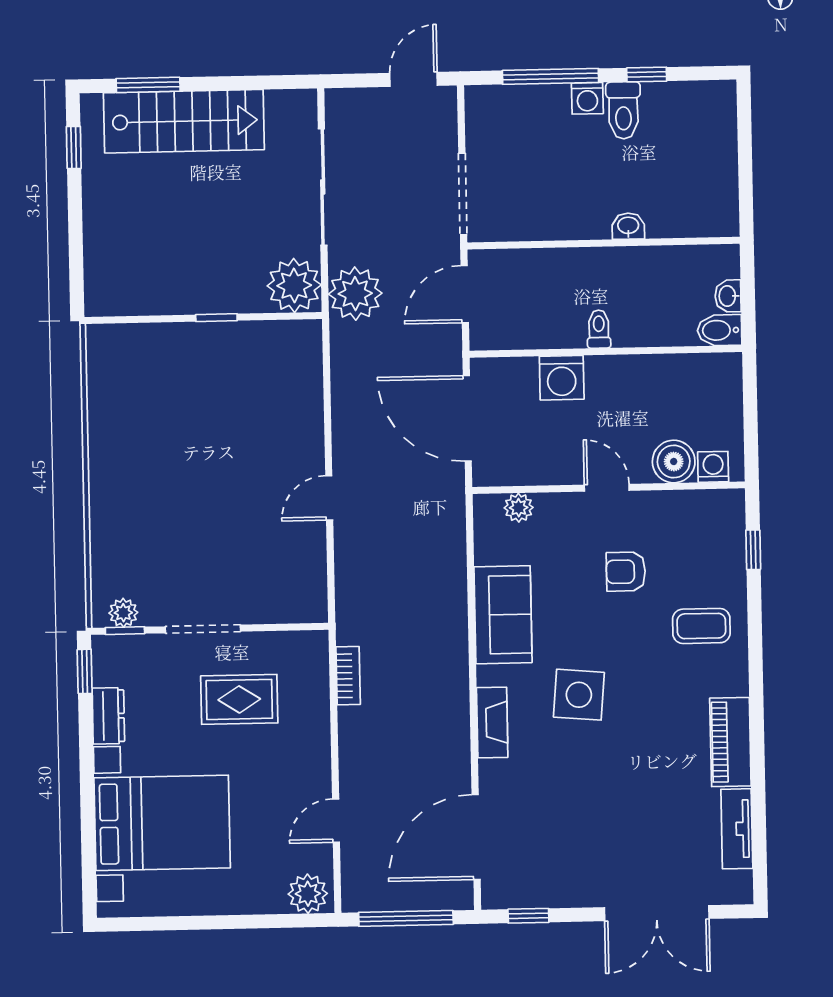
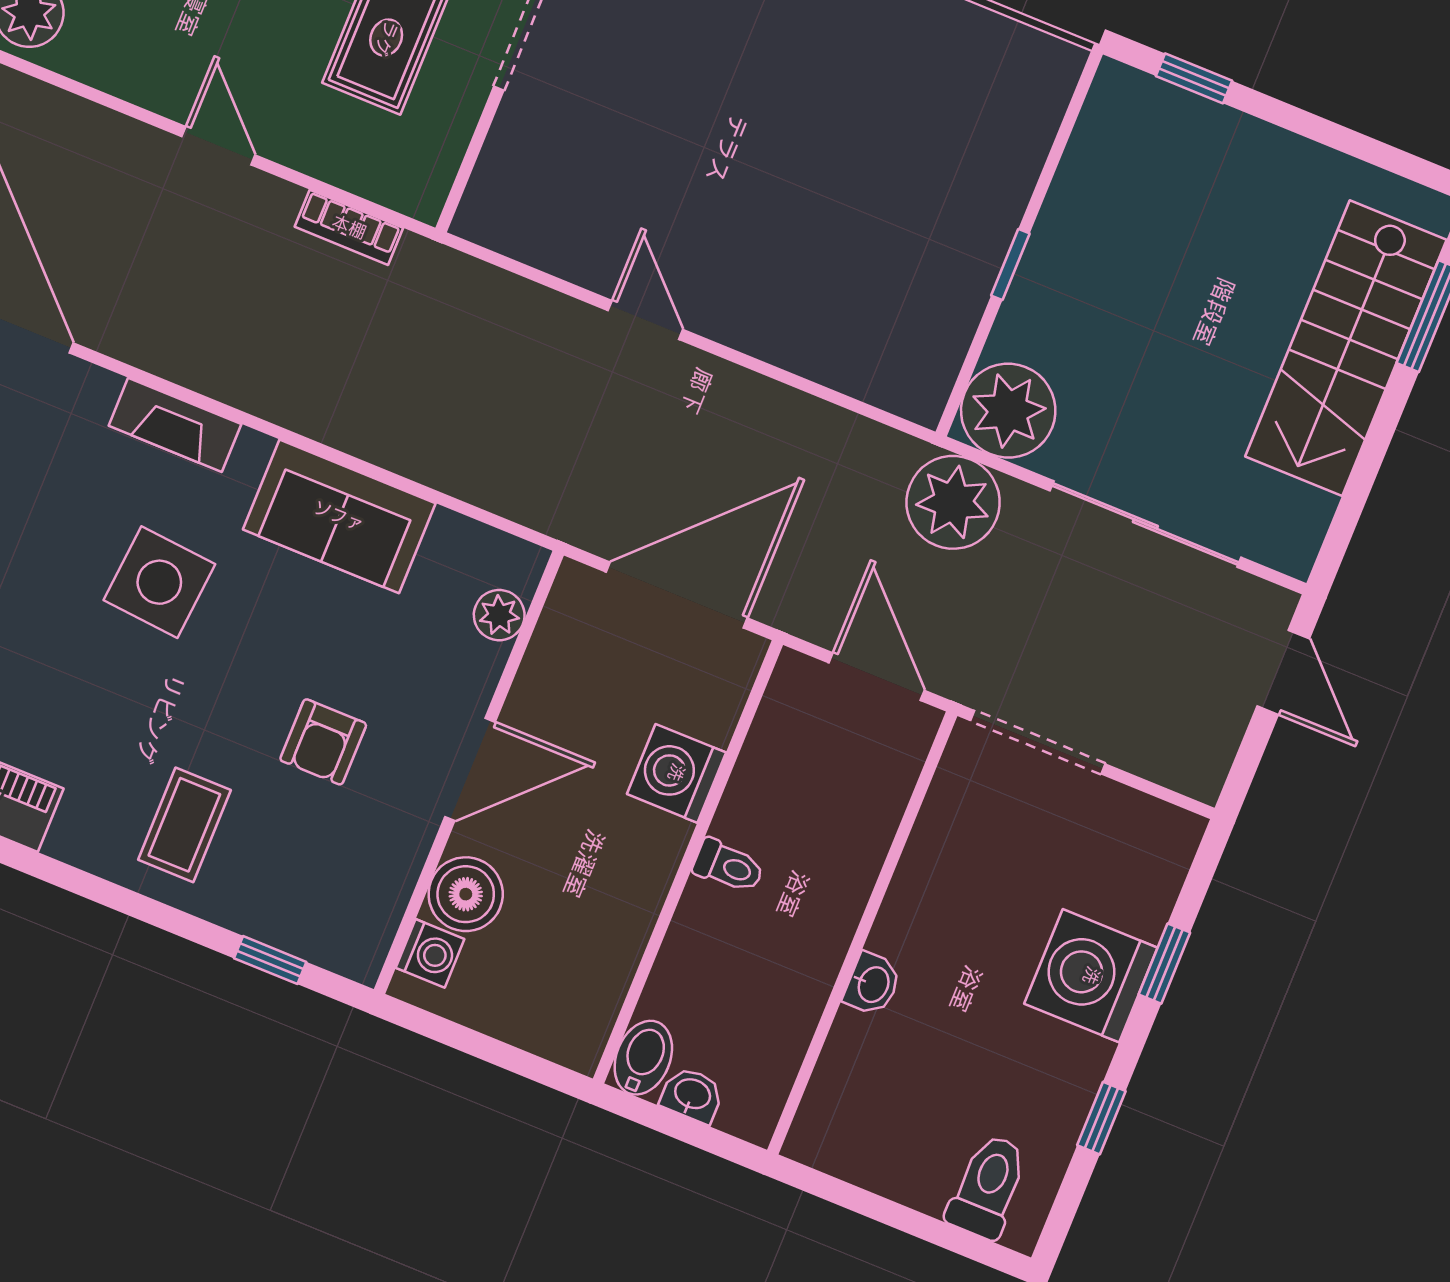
window: (551, 76) -> (1164, 964), width x0.46
door: (414, 79) -> (1283, 672), moved
washing machine: (587, 98) -> (1091, 976), width x1.89, depth x1.89
toilet: (623, 110) -> (988, 1186), moved, turned 90
window: (74, 147) -> (1194, 78), moved
door: (607, 488) -> (470, 769), width x1.38
armchair: (626, 572) -> (323, 742), turned 180
door: (336, 821) -> (218, 146), moved

